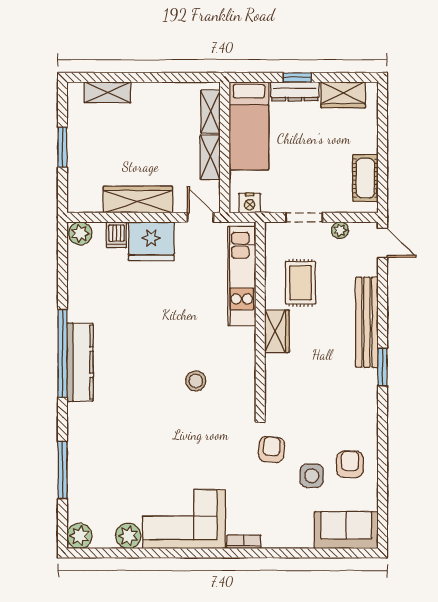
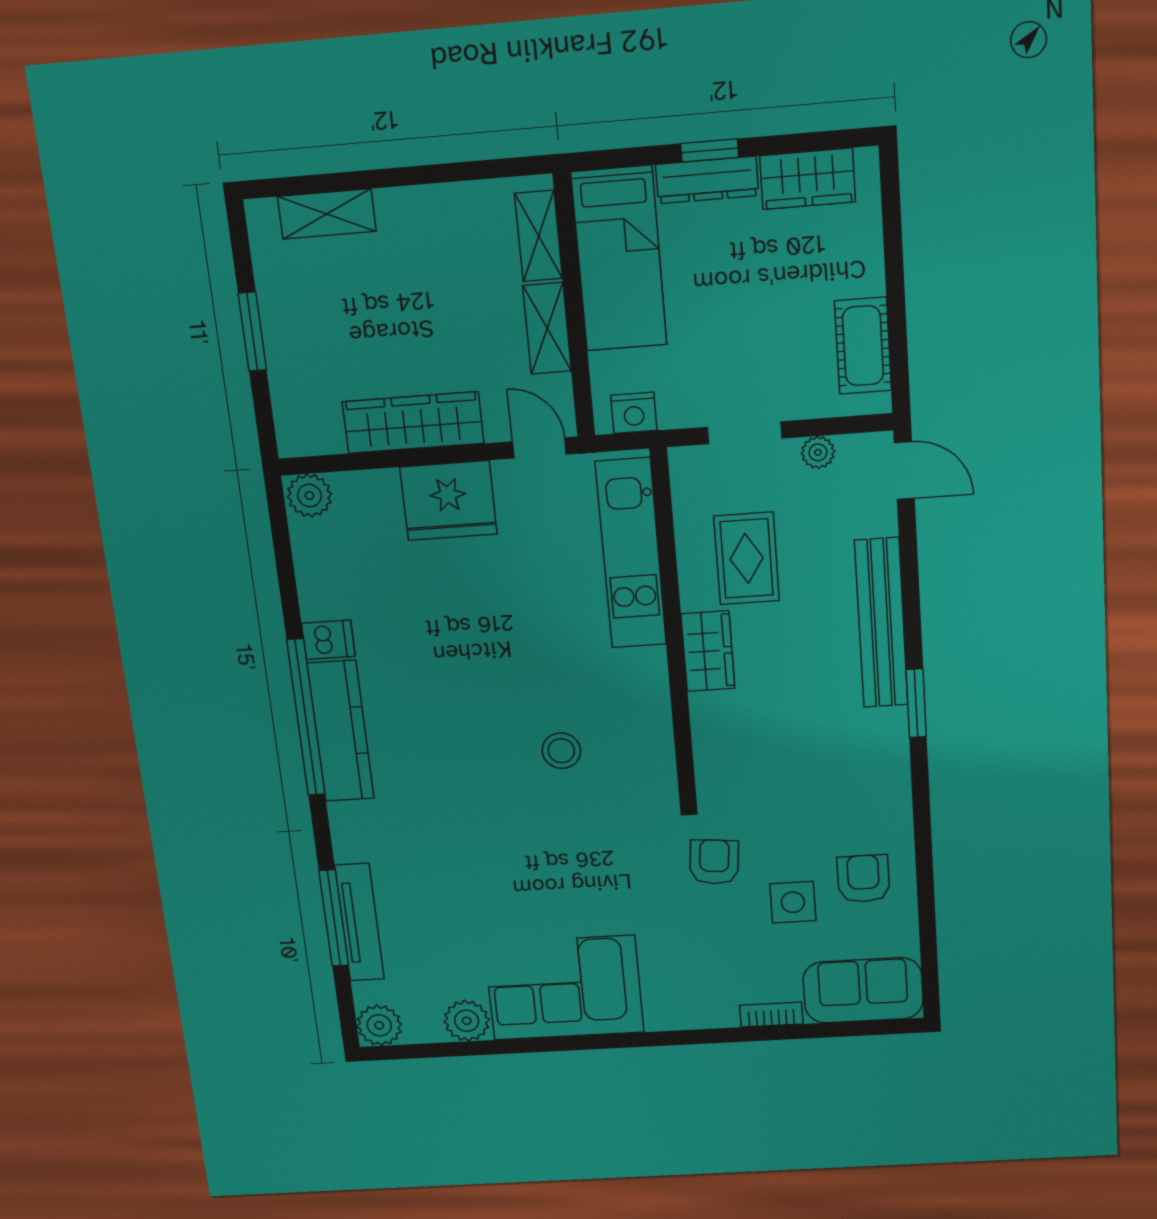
dishwasher: (116, 235) -> (328, 640), moved, turned -90
tv unit: (76, 473) -> (360, 922), added
bookcase: (244, 542) -> (771, 1015), moved

